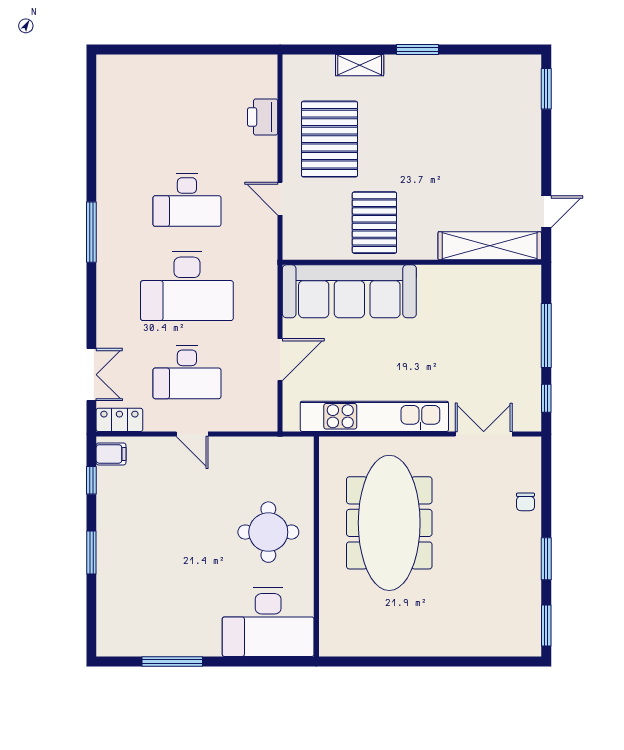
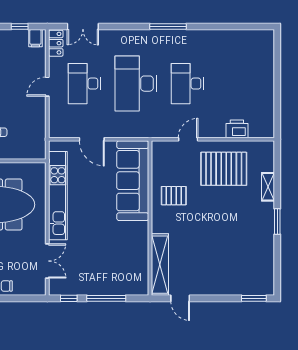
pallet: (374, 223) -> (174, 196), width x0.67, depth x0.71

